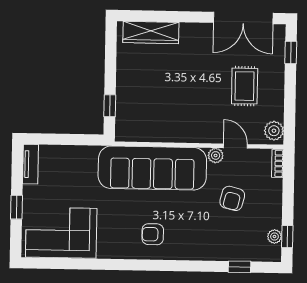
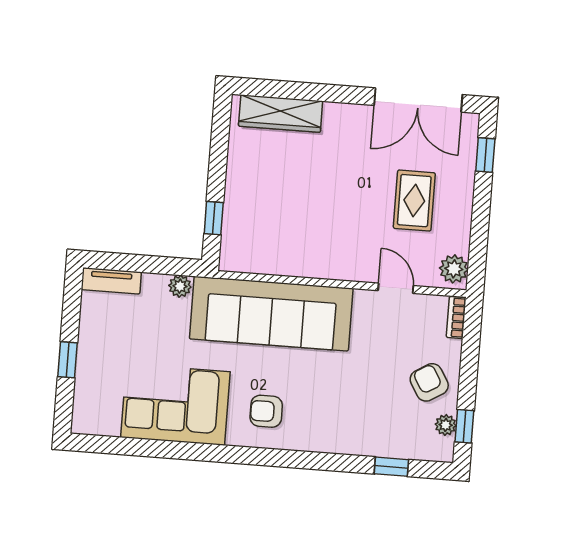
plant: (216, 155) -> (180, 286), moved
tv unit: (30, 164) -> (111, 281), moved, turned 90
armchair: (232, 198) -> (429, 382), moved, turned 135
corner sofa: (61, 233) -> (175, 405), moved

